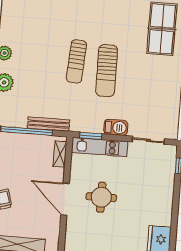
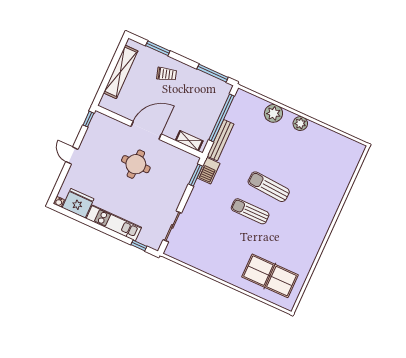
sun lounger: (107, 71) -> (250, 211), width x0.73, depth x0.75
barbecue: (116, 127) -> (209, 171), moved
kitchen unit: (100, 147) -> (114, 223), moved, turned 90

